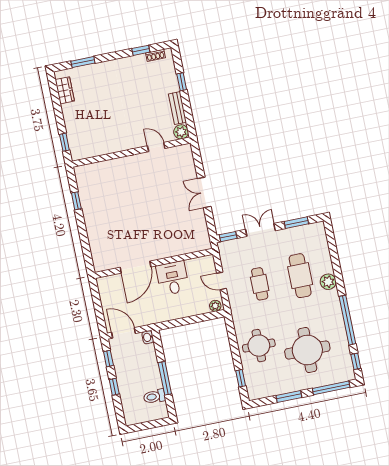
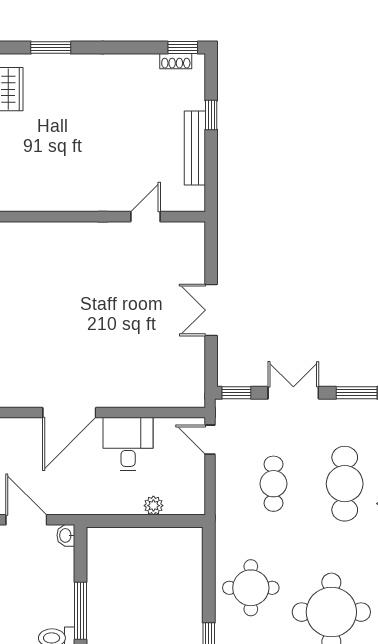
window: (141, 50) -> (183, 48), moved
bench: (177, 108) -> (195, 148), width x1.36
plant: (181, 132) -> (193, 199), removed
door: (156, 147) -> (145, 217), hinge flipped
door: (222, 281) -> (210, 440), moved
plant: (215, 306) -> (153, 506), moved

